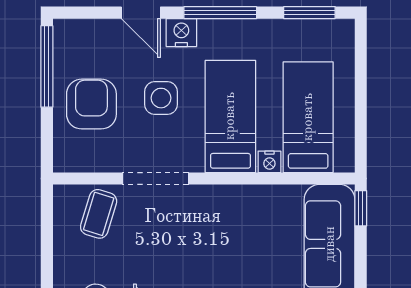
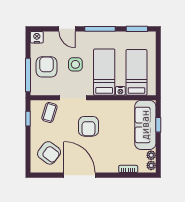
nightstand: (181, 33) -> (37, 37), moved
window: (47, 66) -> (28, 75), moved
window: (361, 208) -> (158, 125), moved
window: (47, 229) -> (28, 119), added
armchair: (193, 247) -> (88, 126), added

